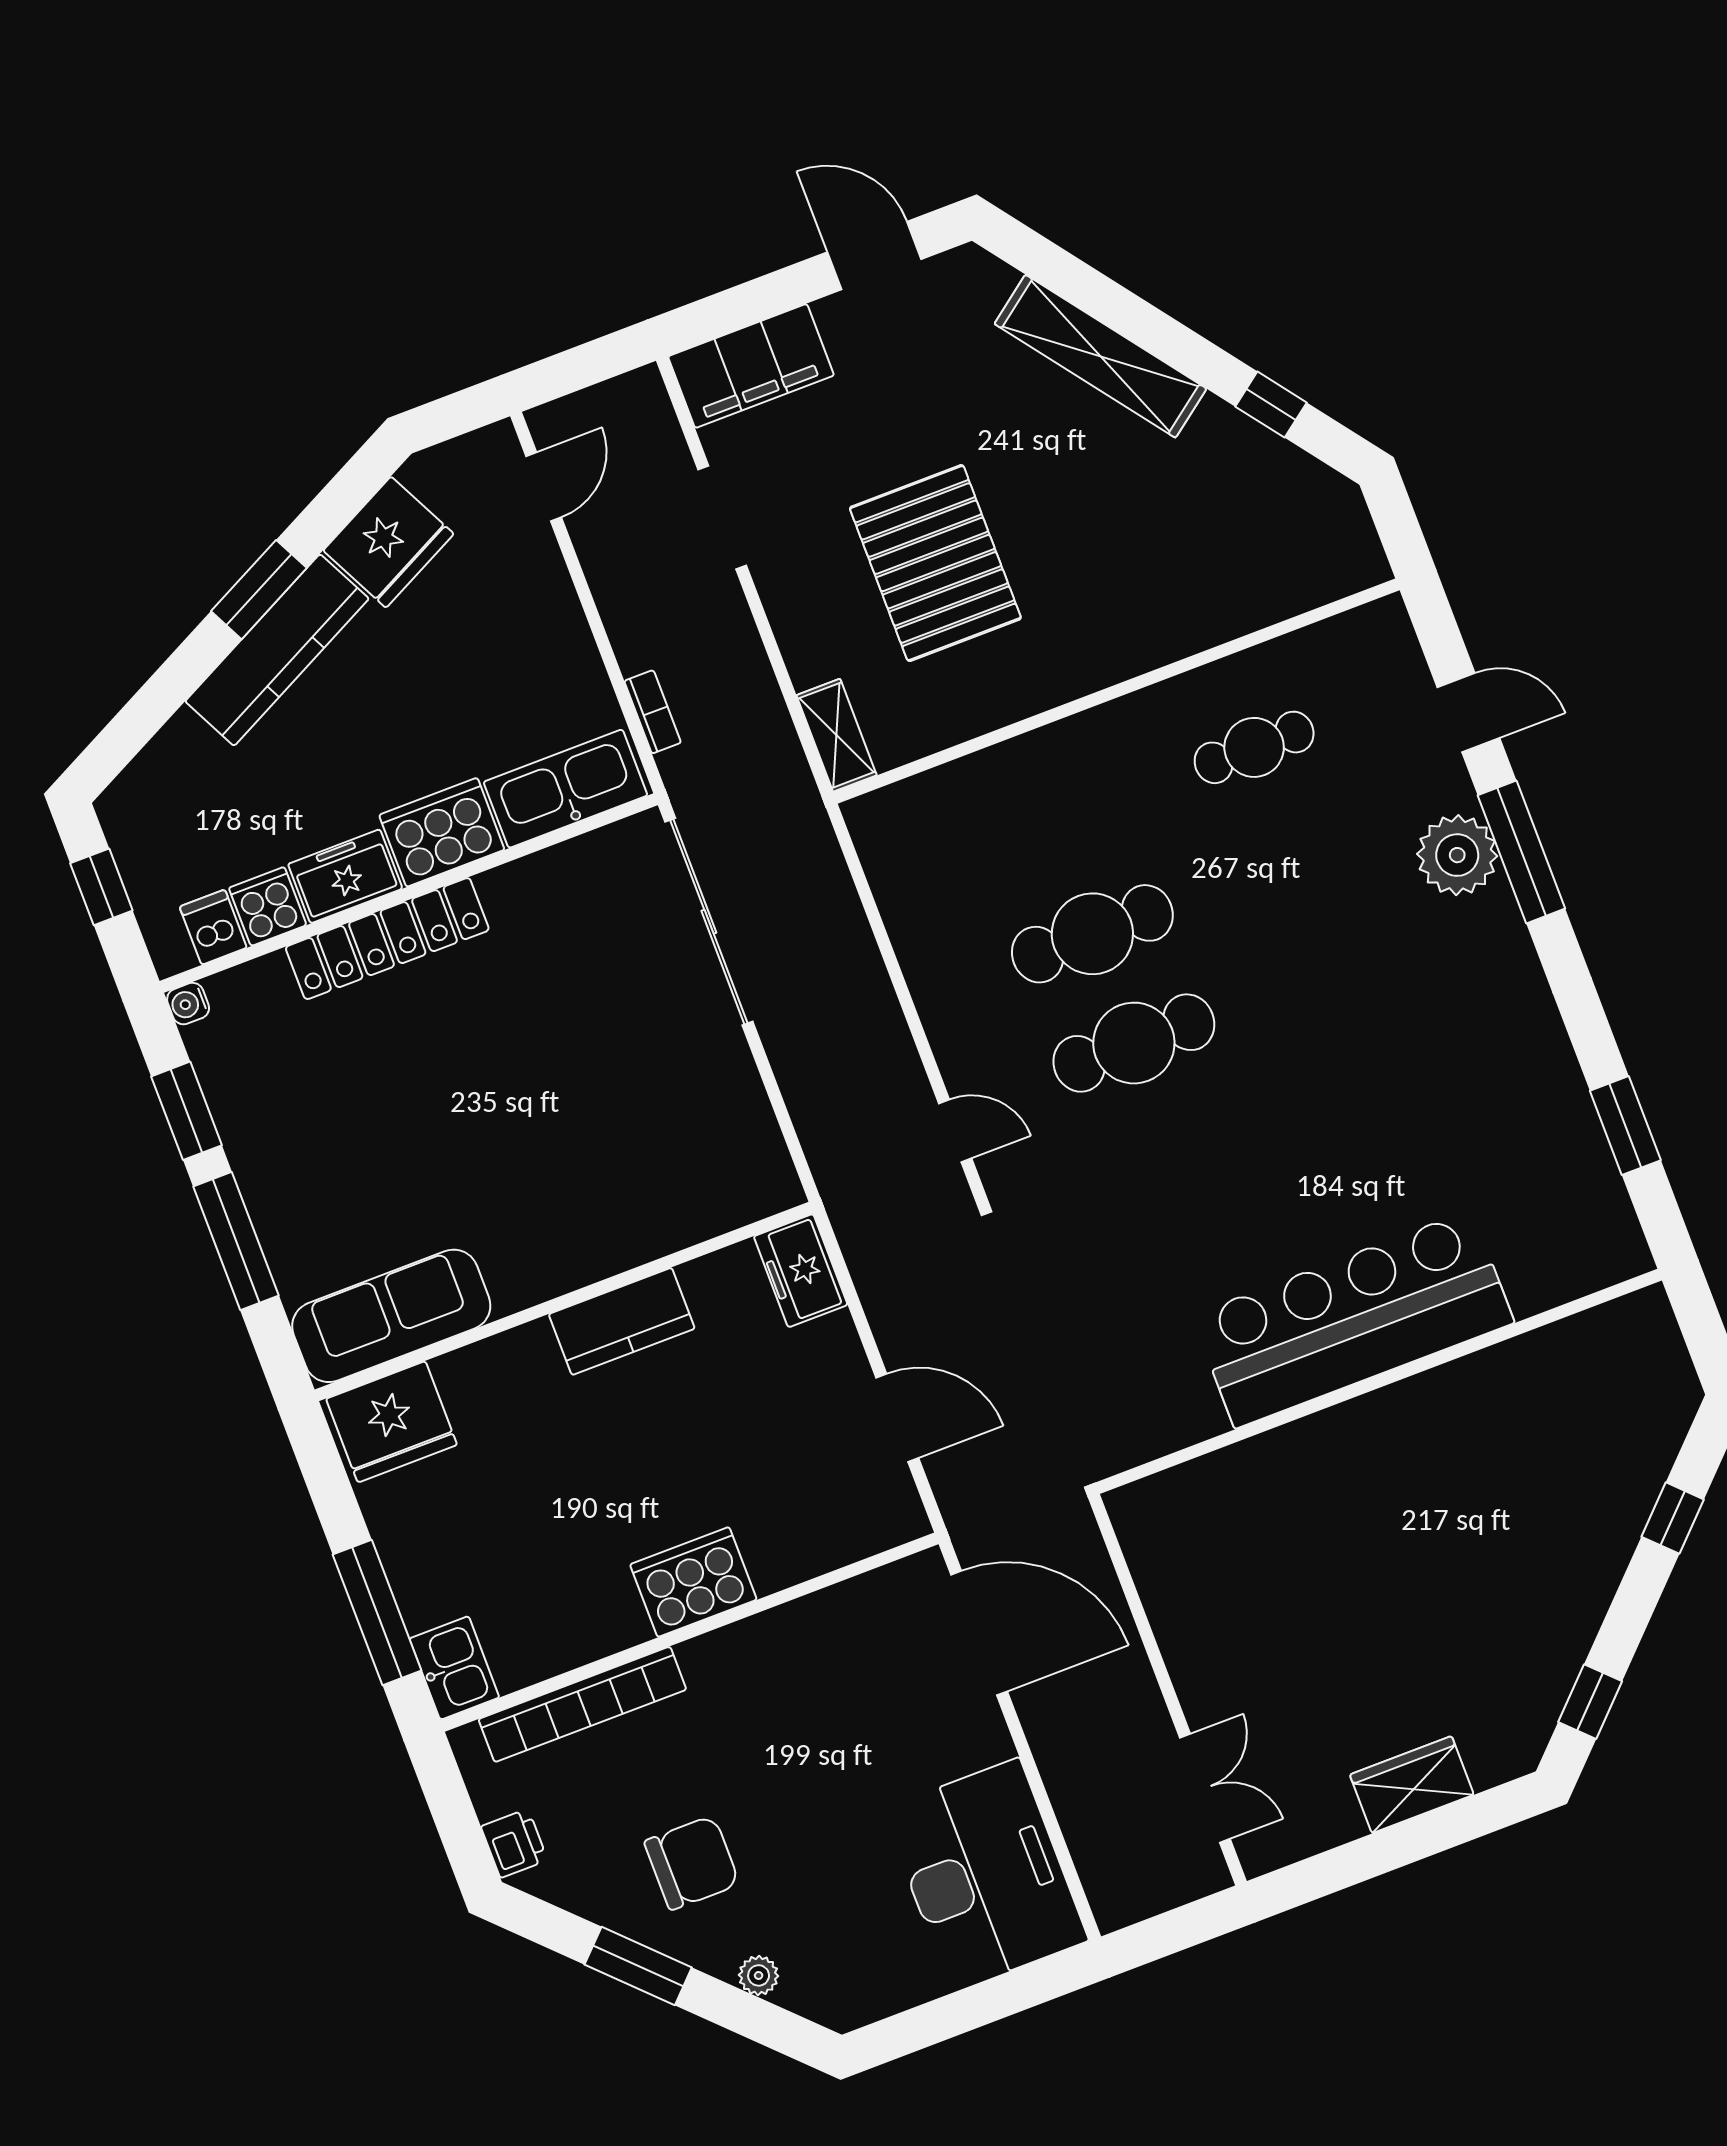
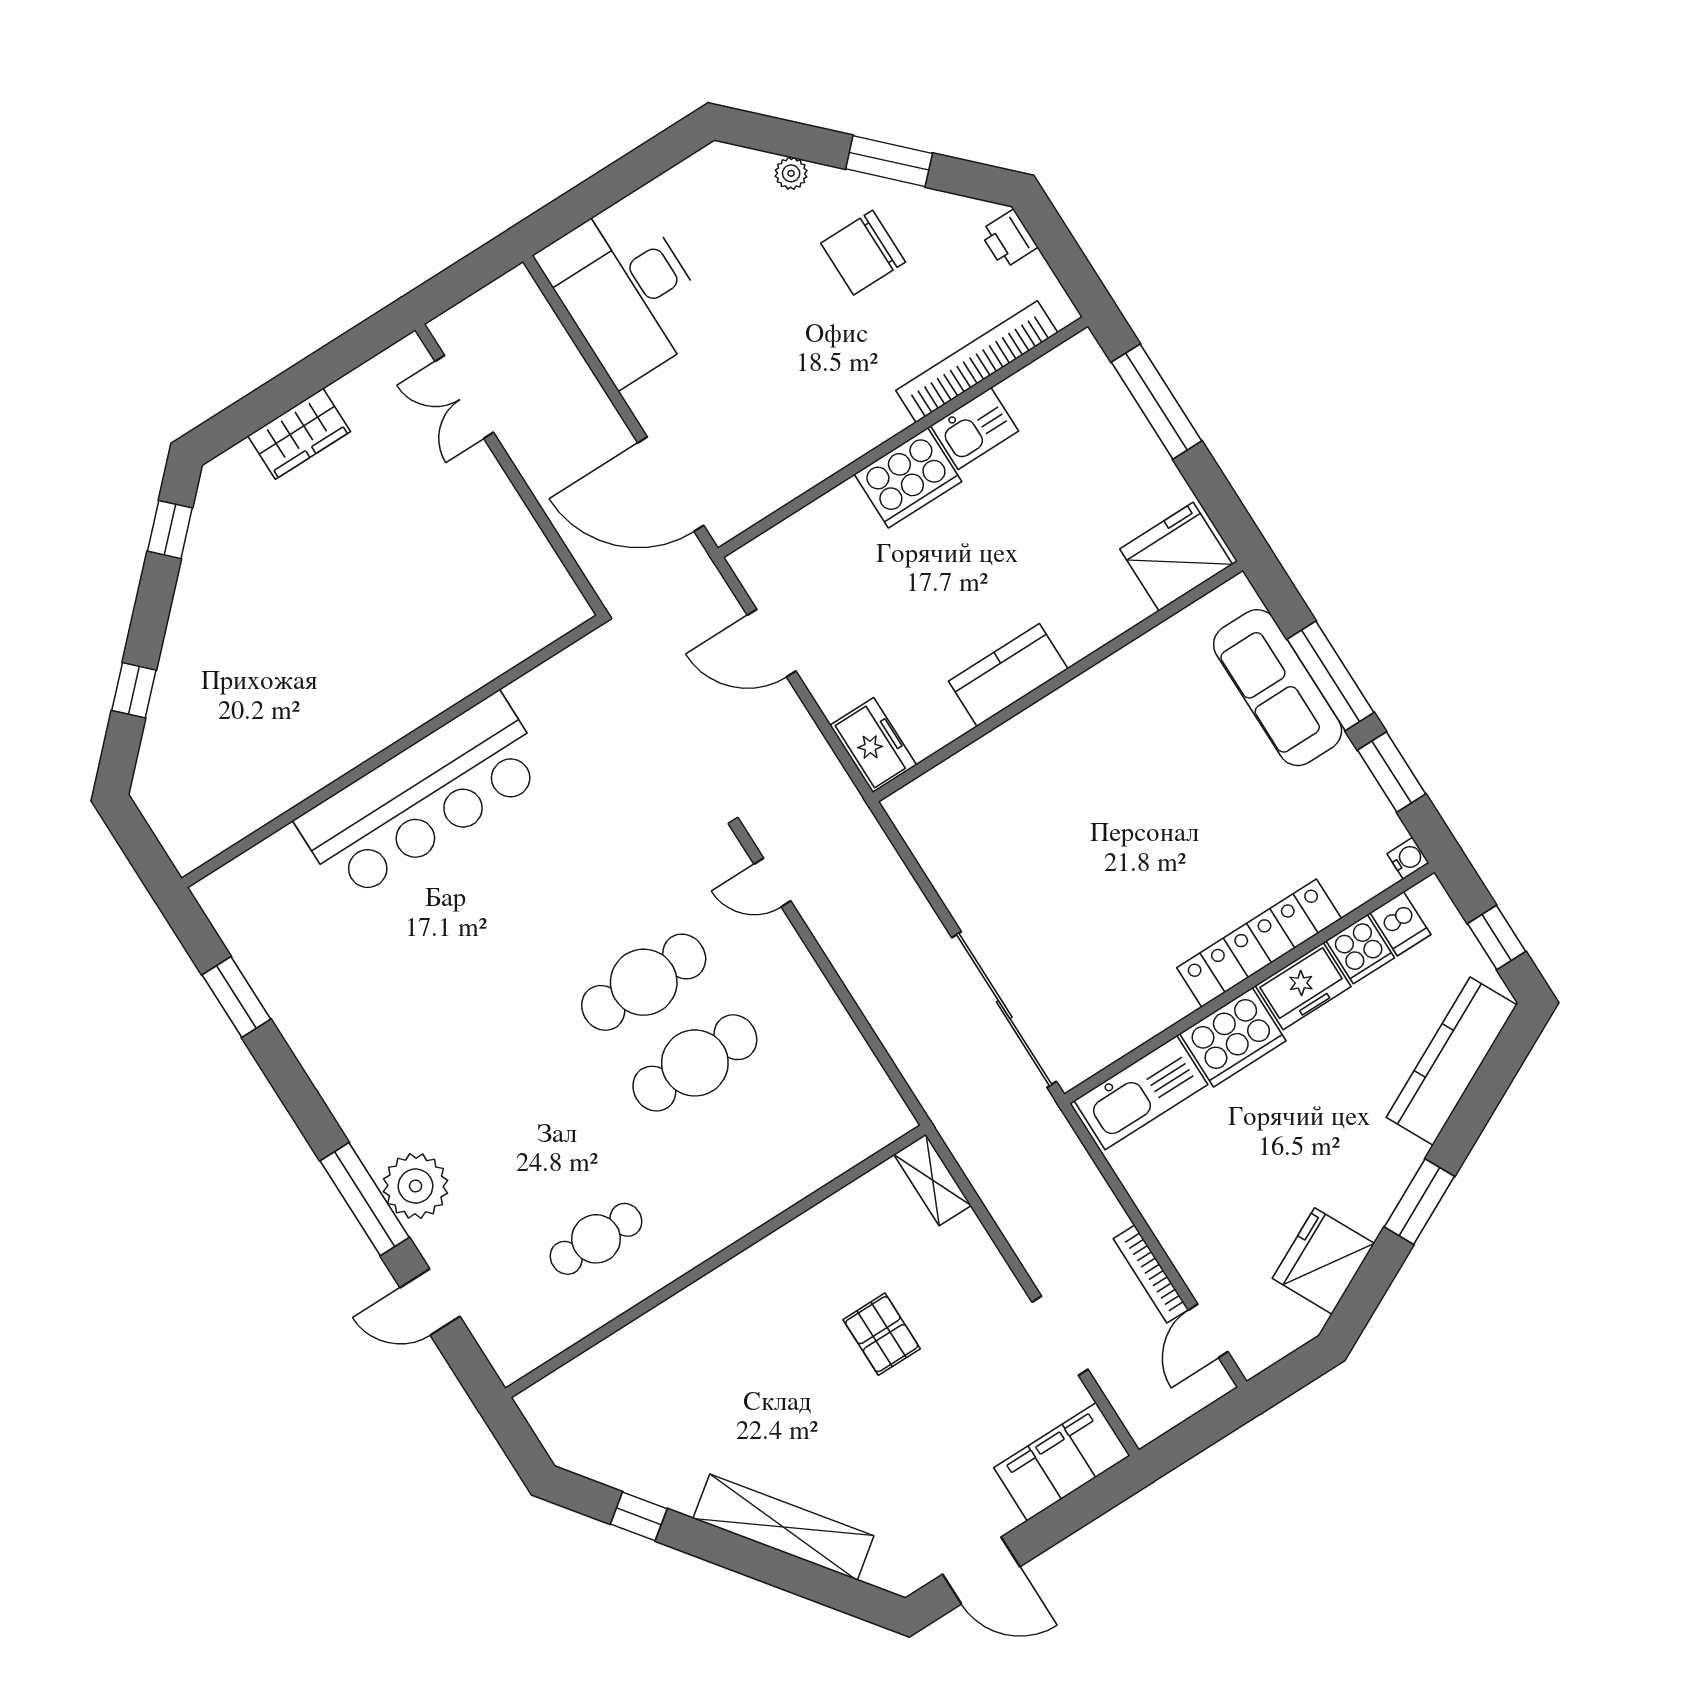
pallet: (935, 563) -> (882, 1334), width x0.49, depth x0.50
kitchen counter: (277, 650) -> (1452, 1061), moved
bookcase: (653, 712) -> (1151, 1274), moved, width x1.56
sofa: (391, 1316) -> (1278, 688), moved, turned 90
kitchen sink: (454, 1668) -> (974, 428), moved, turned -90

